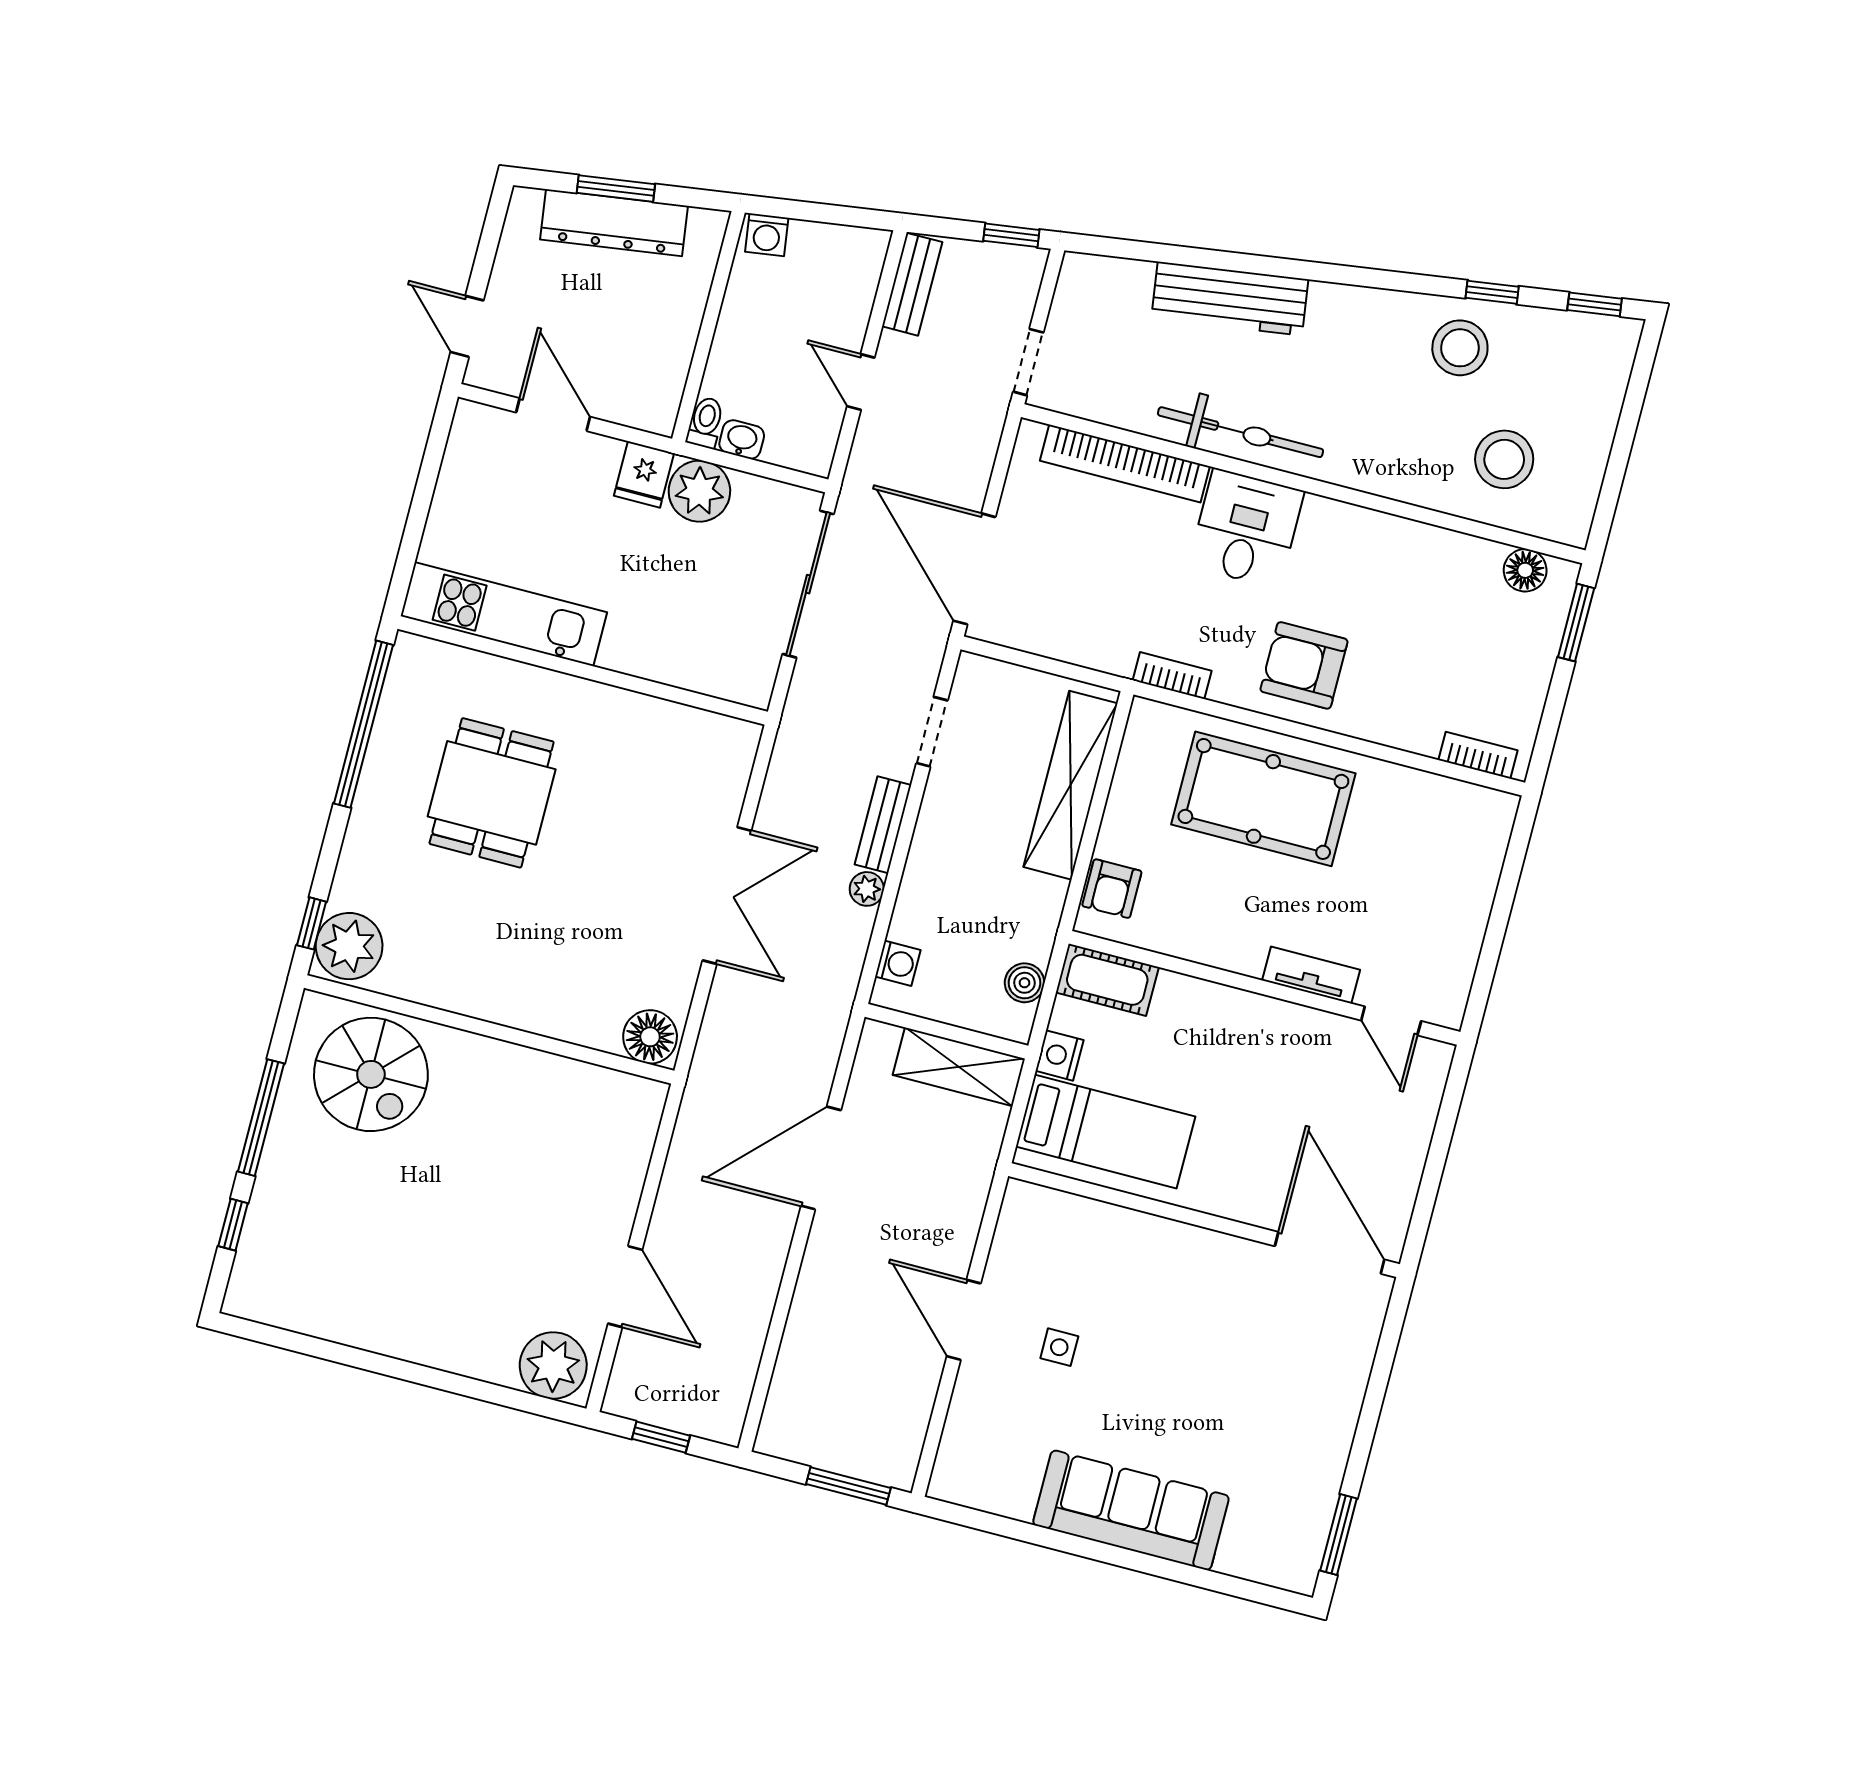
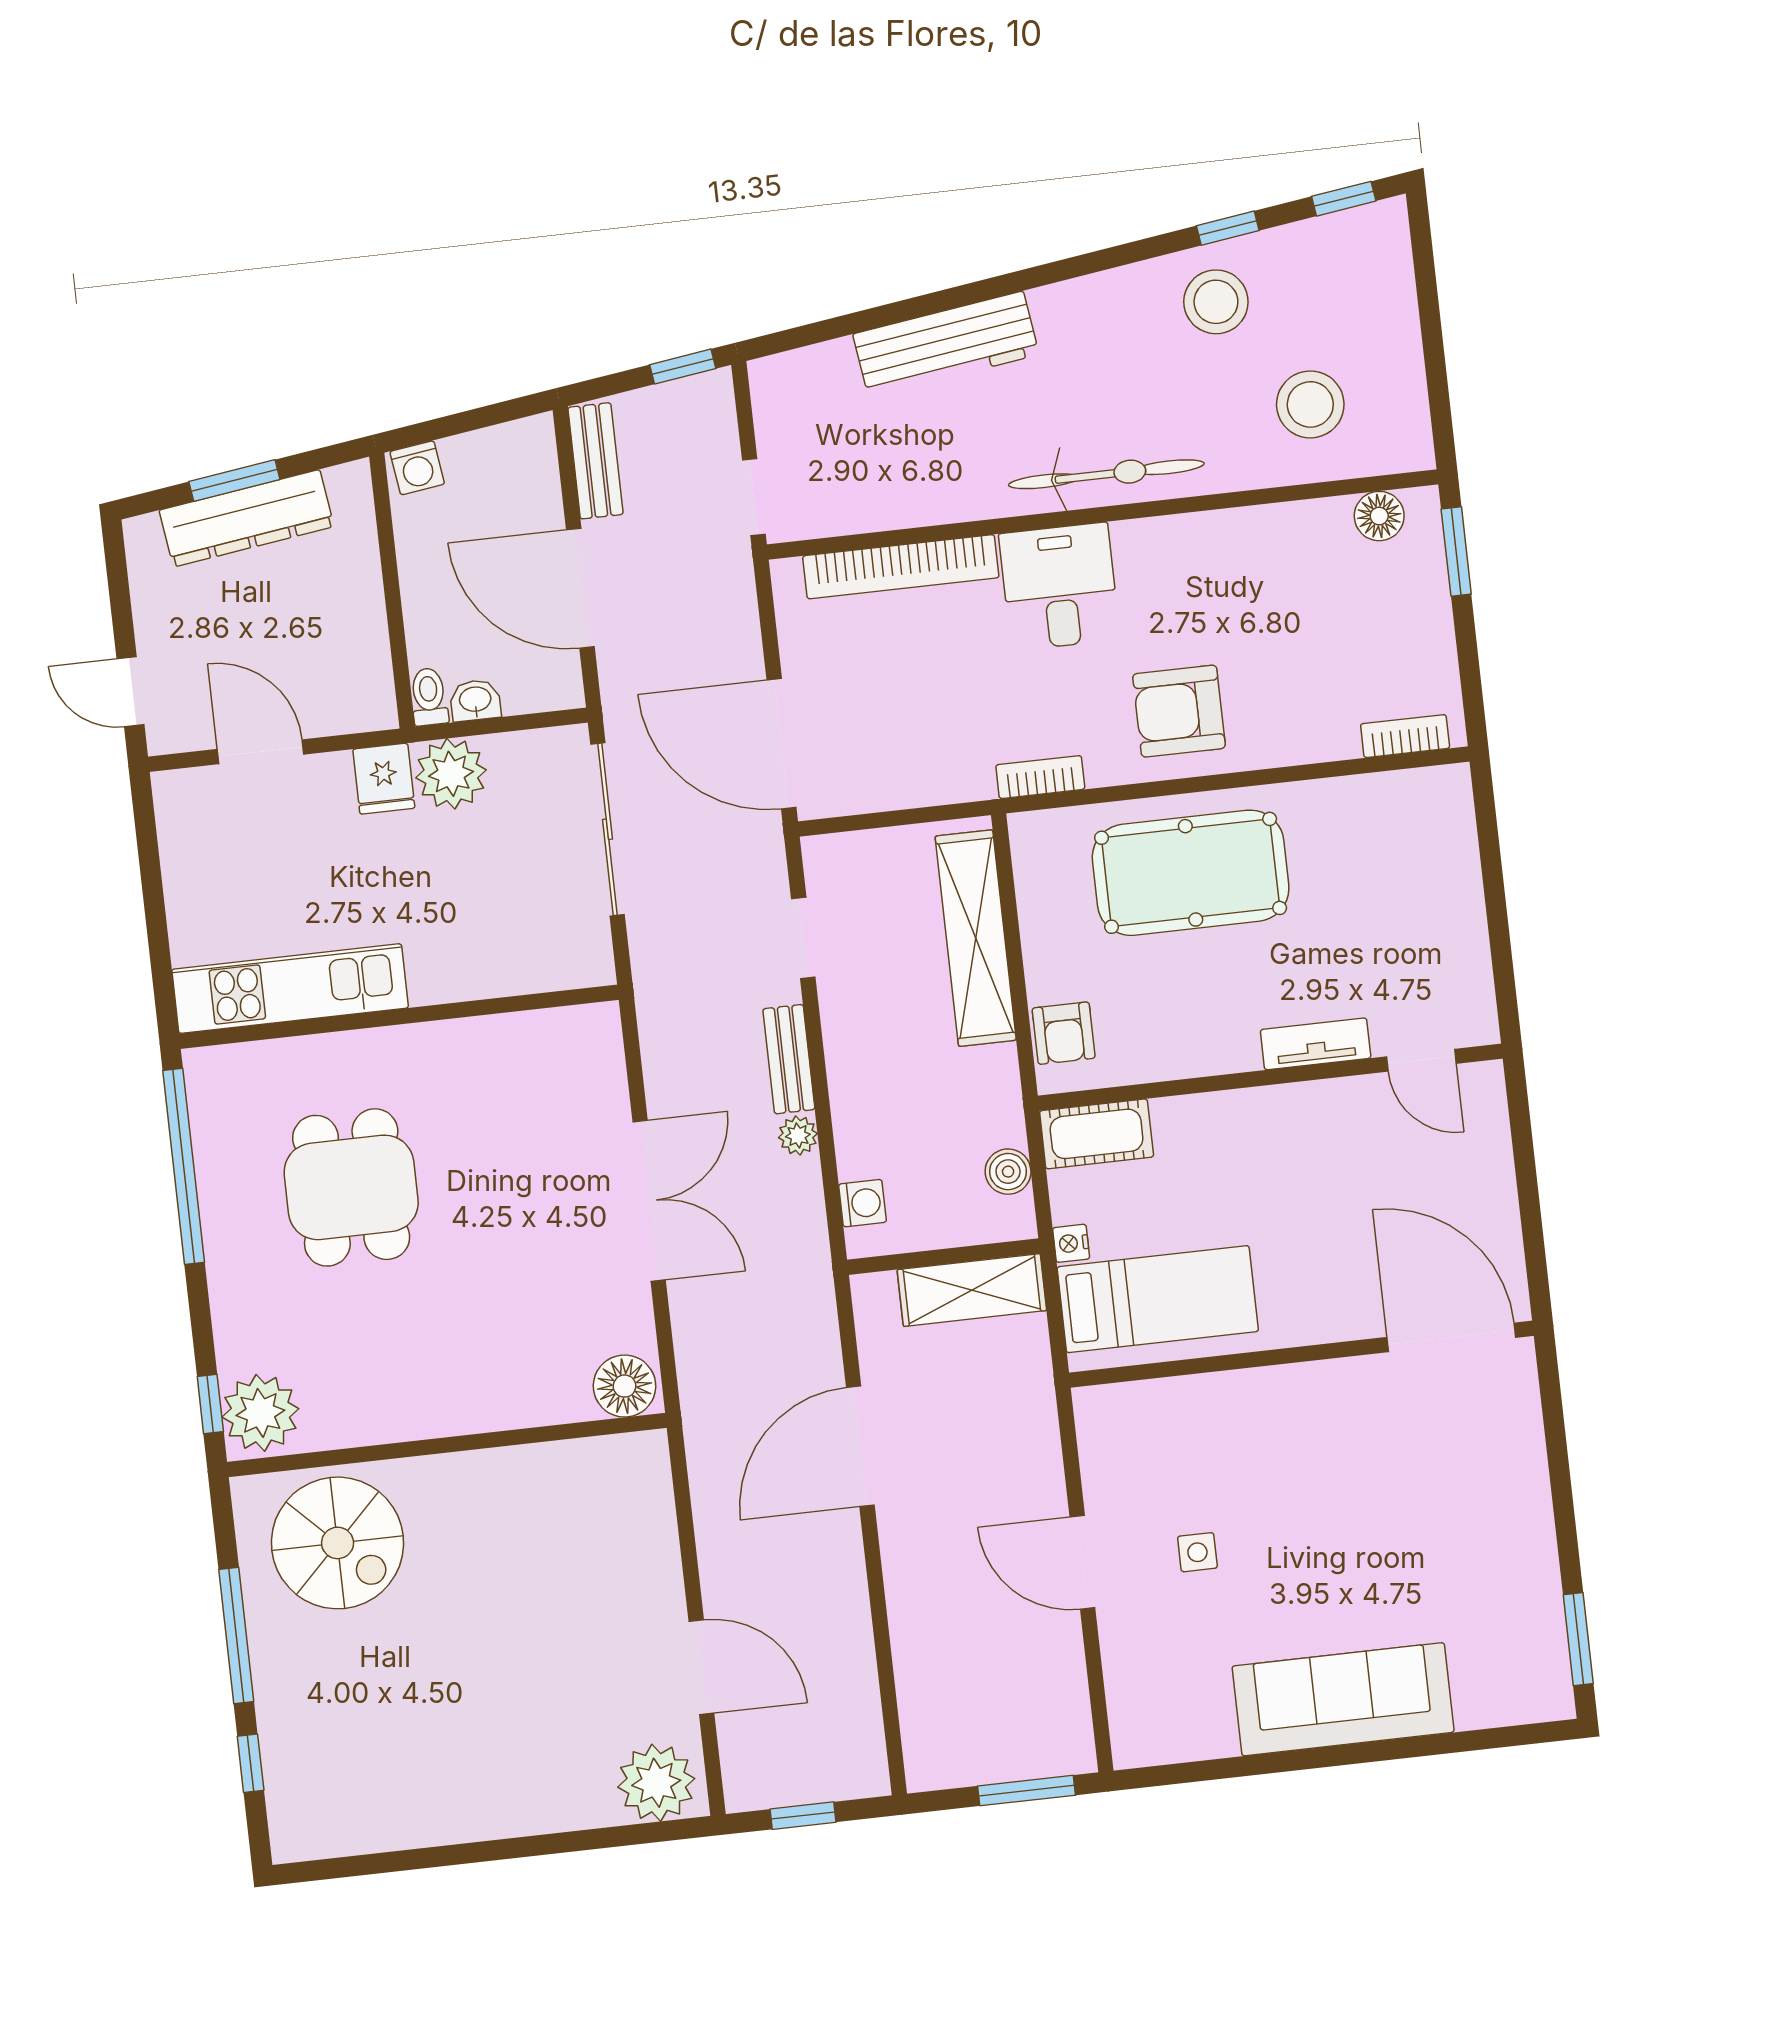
door: (861, 382) -> (580, 588), width x1.88
bicycle: (1240, 432) -> (1106, 474), moved
nightstand: (1059, 1055) -> (1071, 1243), width x0.72, depth x0.74

